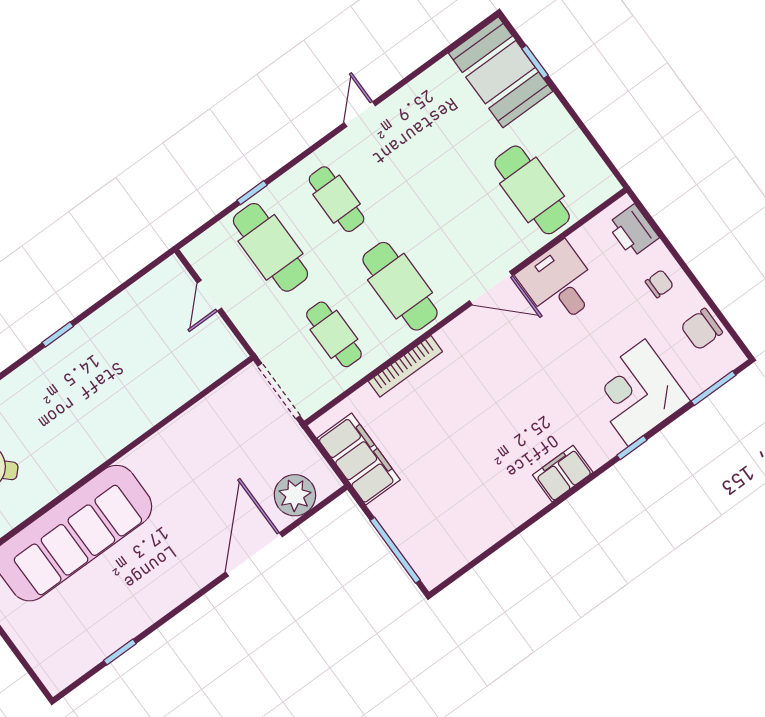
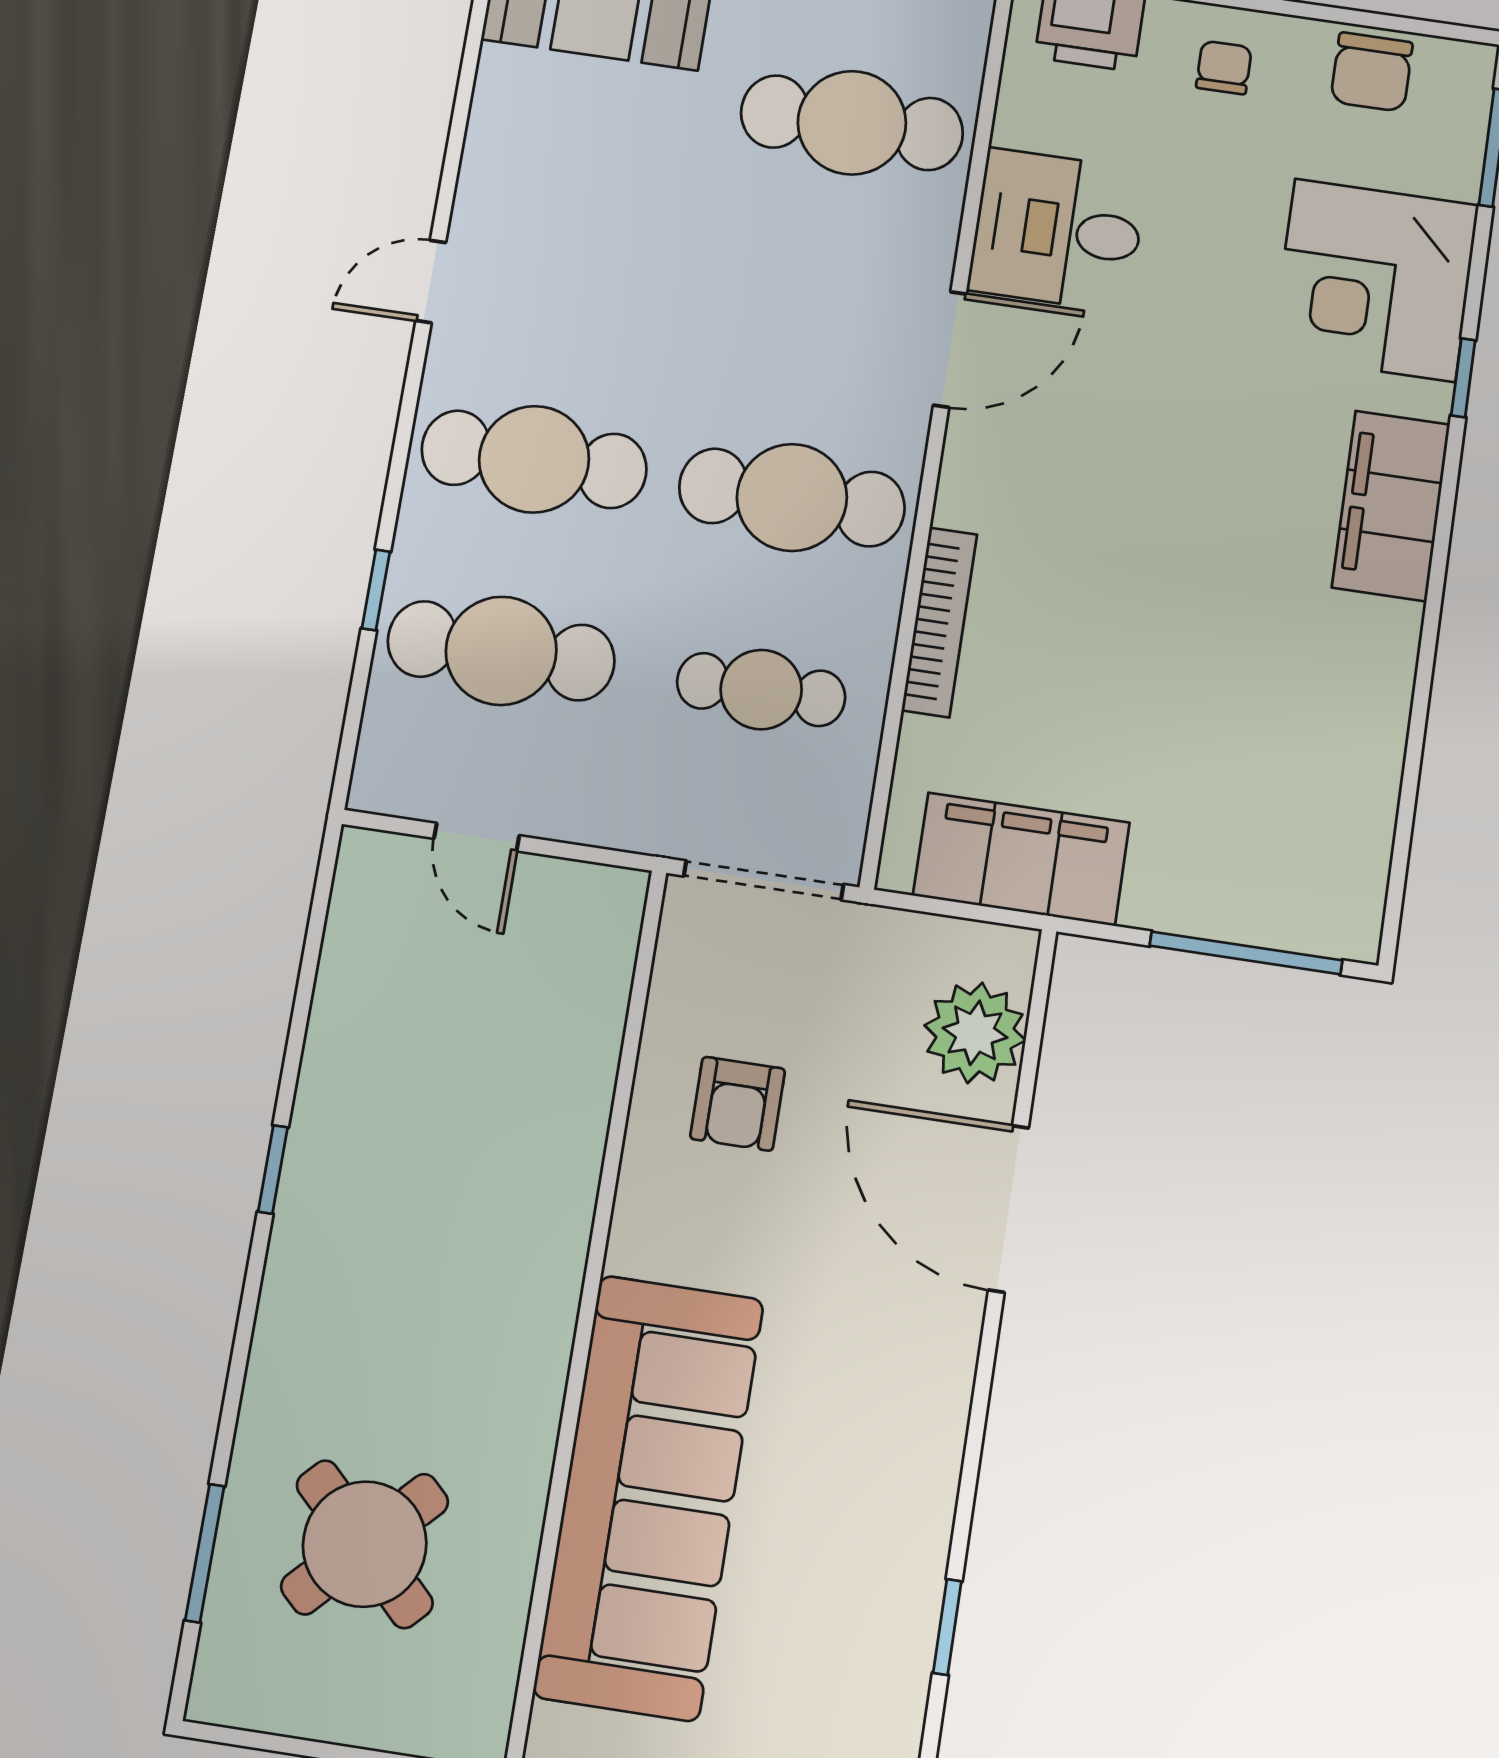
door: (360, 114) -> (431, 282), hinge flipped
cafe table: (337, 199) -> (534, 459), width x1.37, depth x1.35
armchair: (207, 448) -> (738, 1104), added
filing cabinet: (563, 474) -> (1391, 506), width x1.50, depth x1.17

